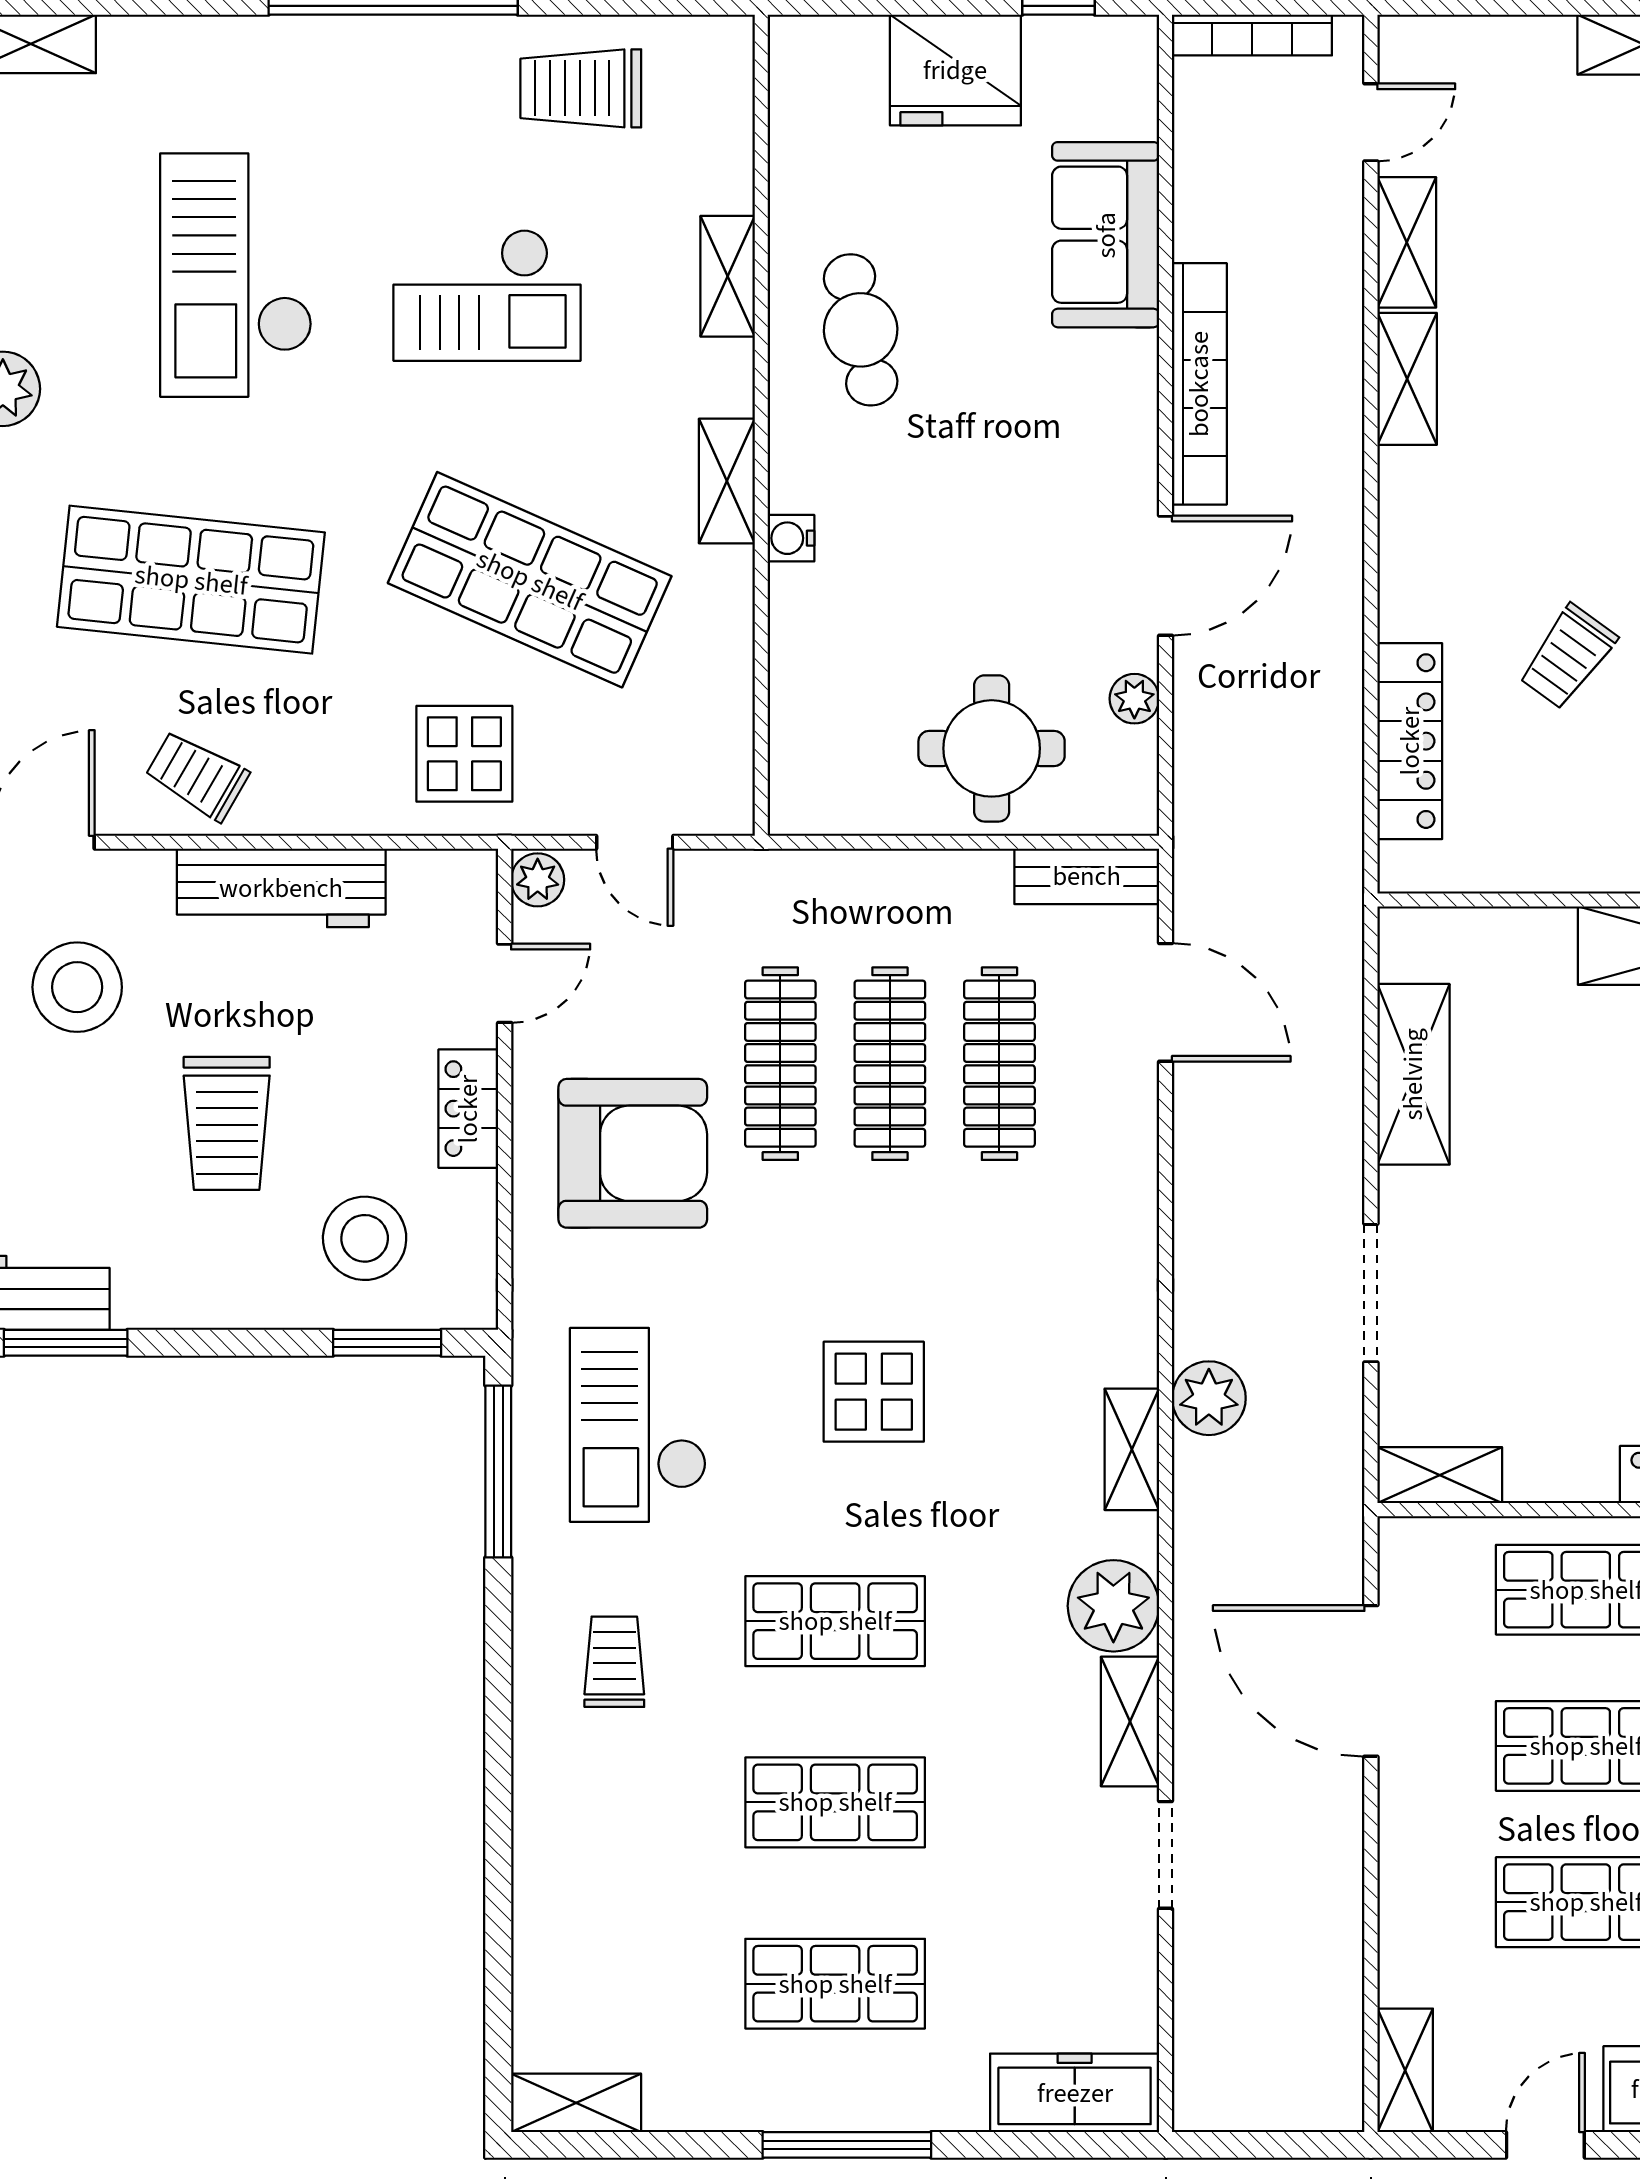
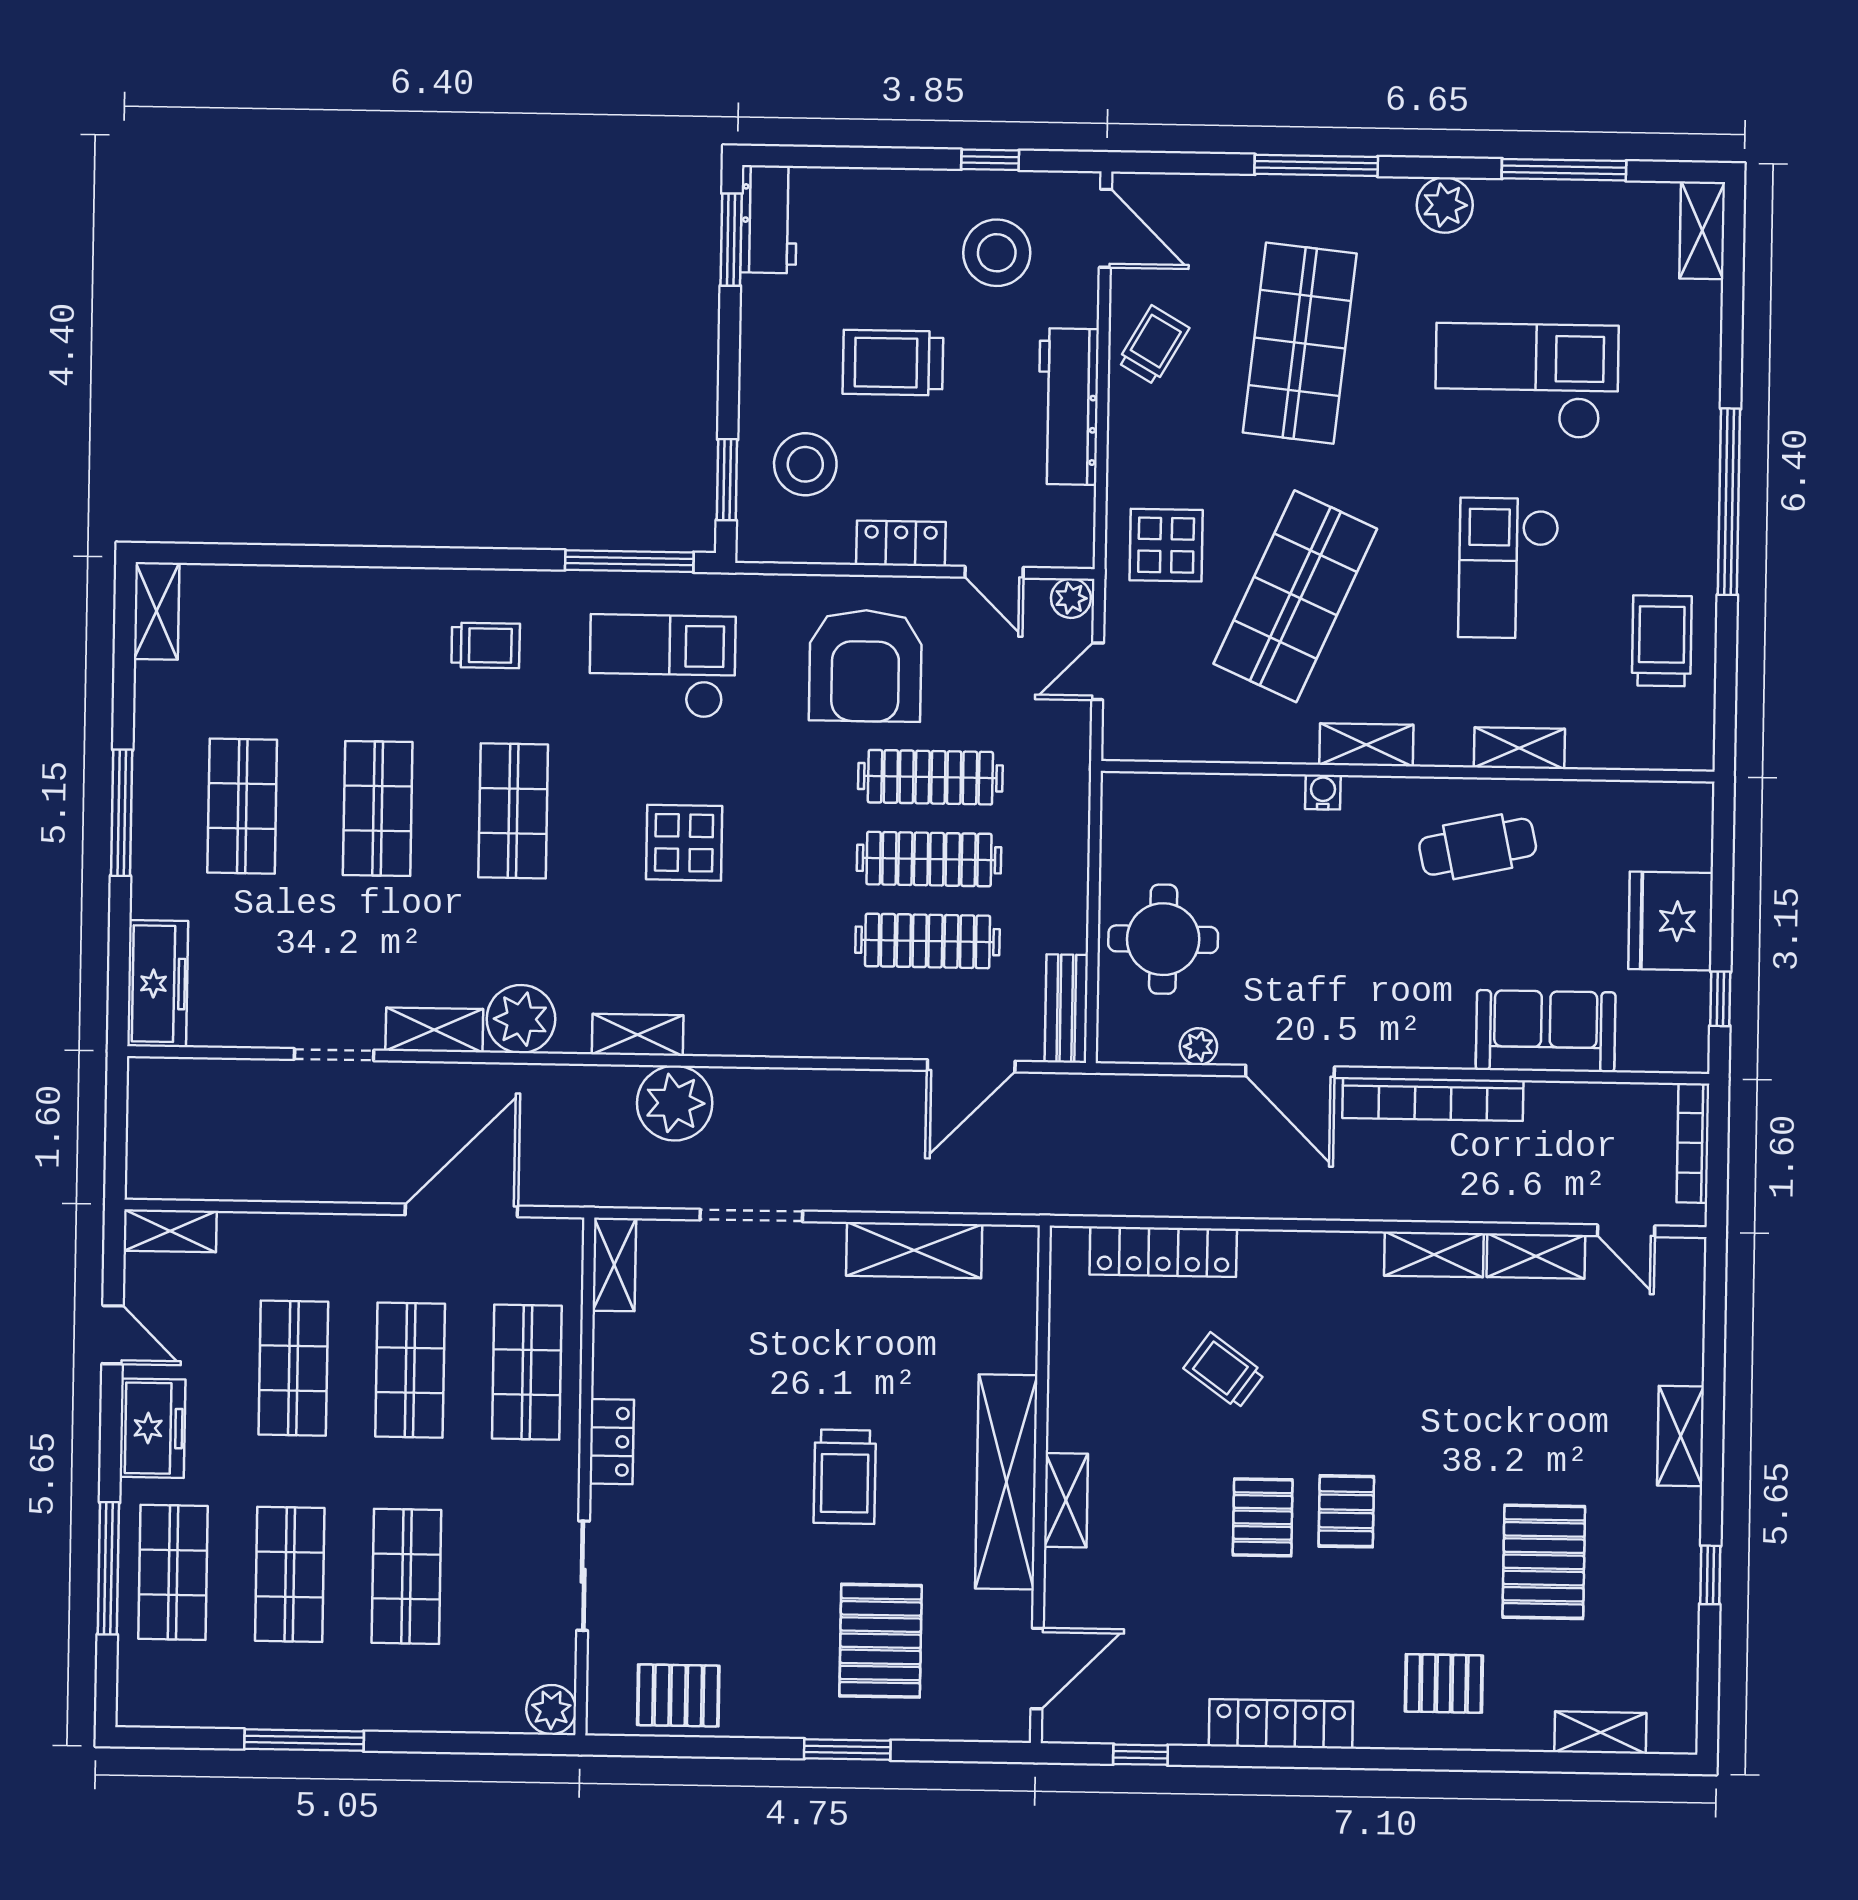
plant: (1209, 1398) -> (675, 1103), width x1.36, depth x1.36

